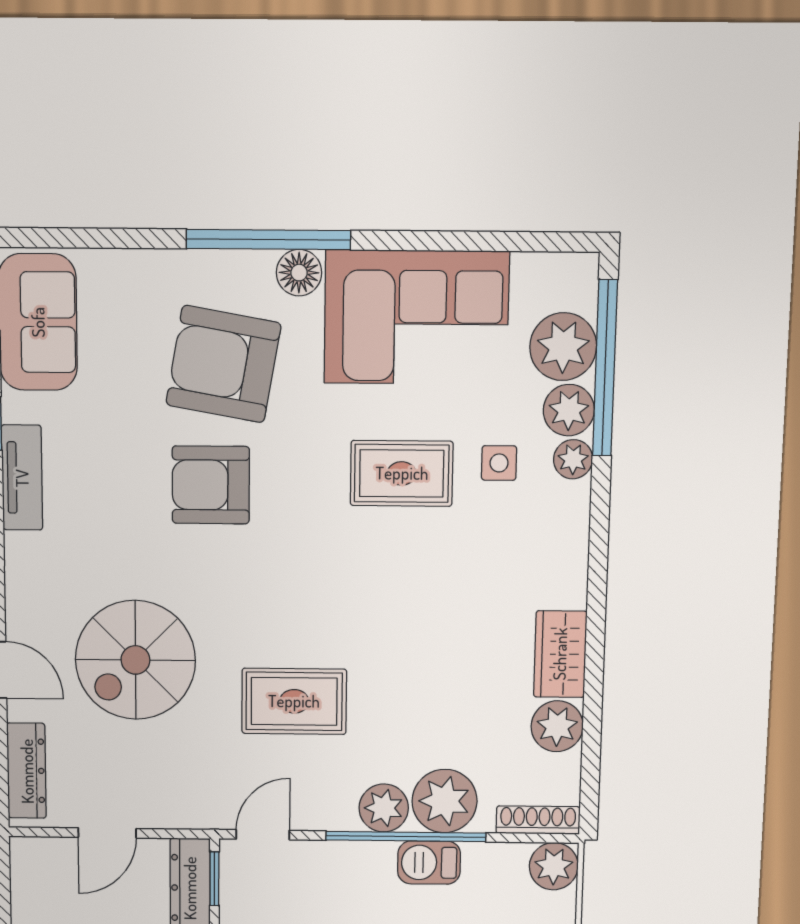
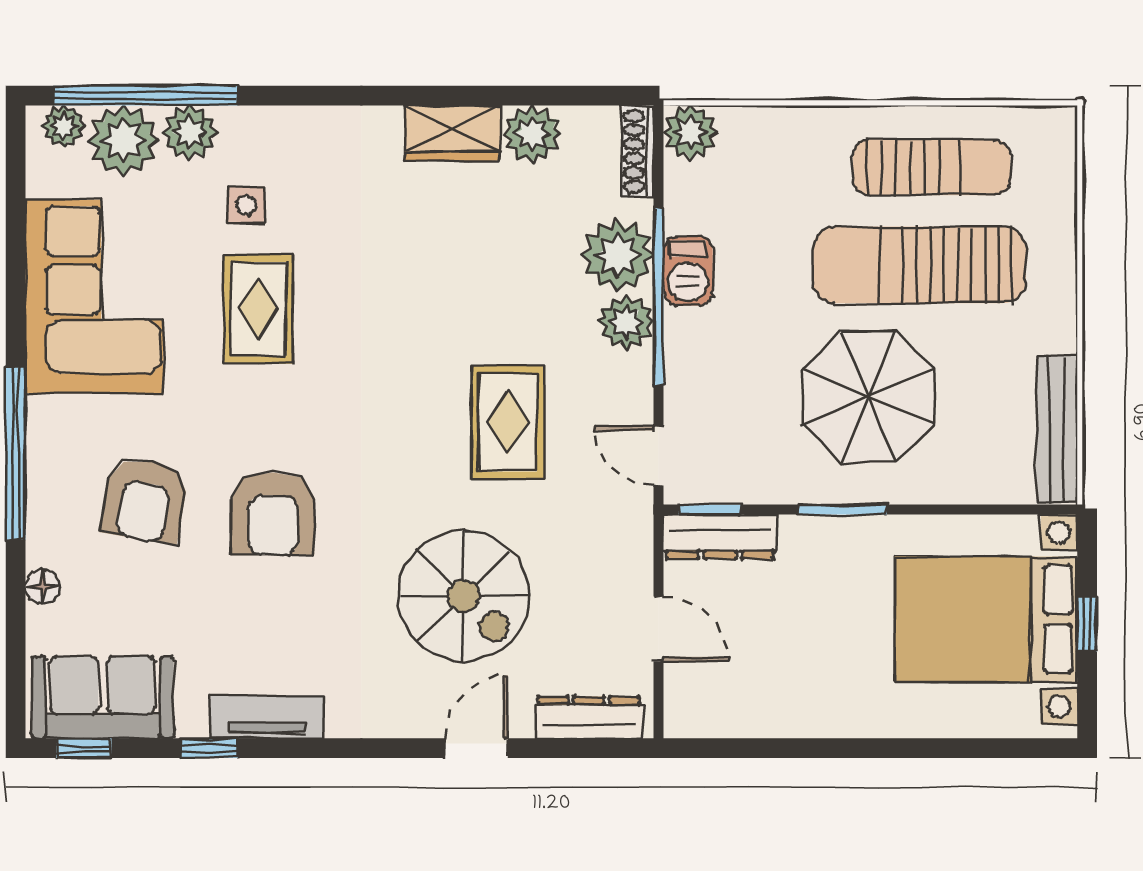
floor lamp: (299, 273) -> (43, 587), moved, width x0.73, depth x0.73
armchair: (223, 364) -> (145, 500), width x0.73, depth x0.73
plant: (573, 459) -> (63, 126), moved

